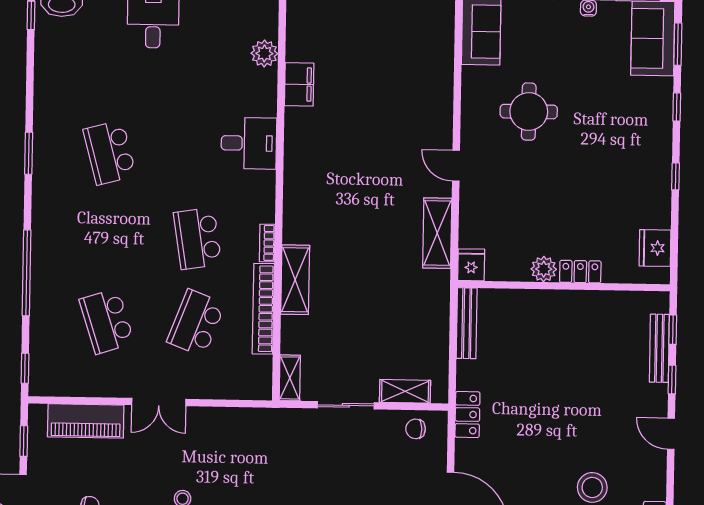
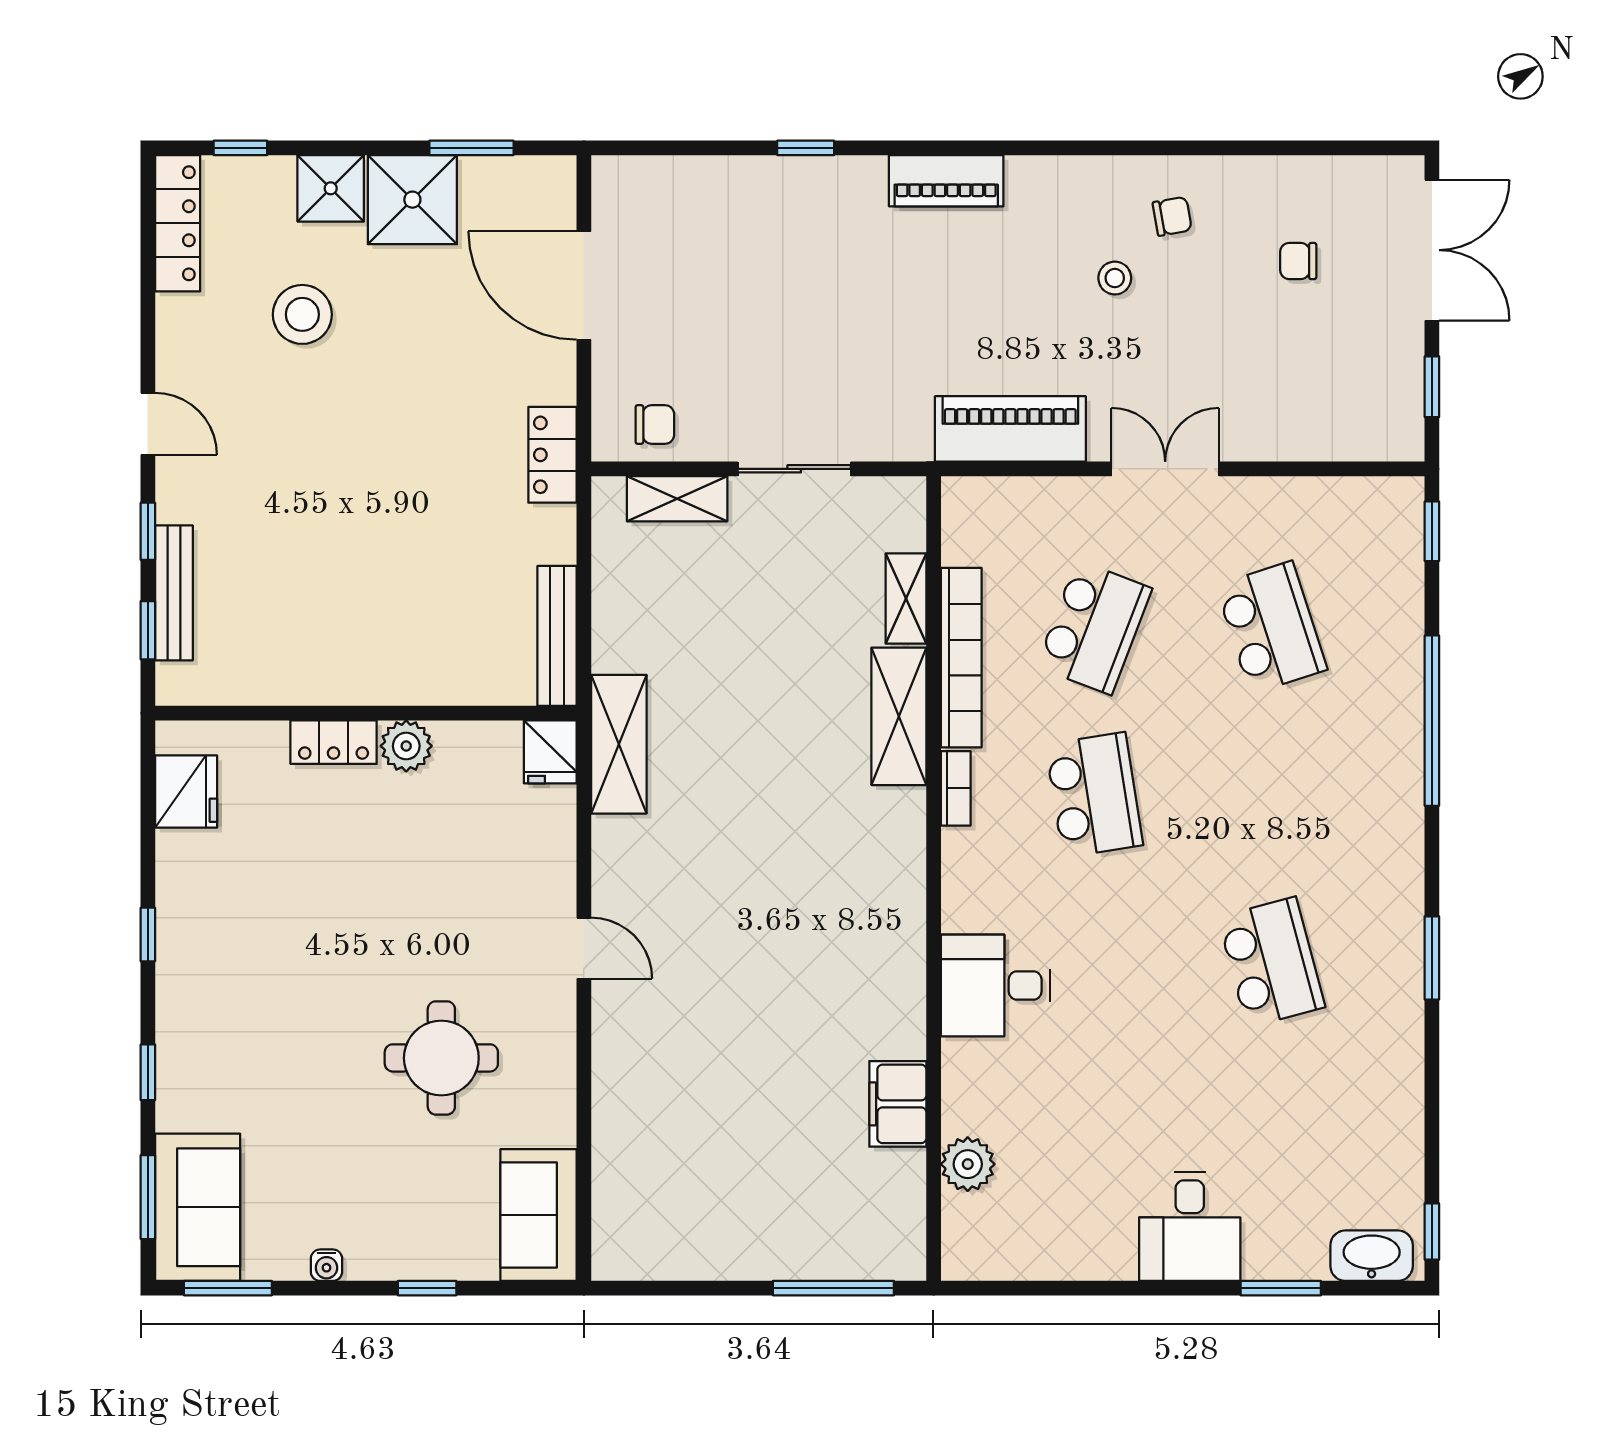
shelving: (437, 233) -> (619, 744), moved
shelving: (290, 378) -> (906, 599), moved
piano: (86, 421) -> (1010, 429), moved

